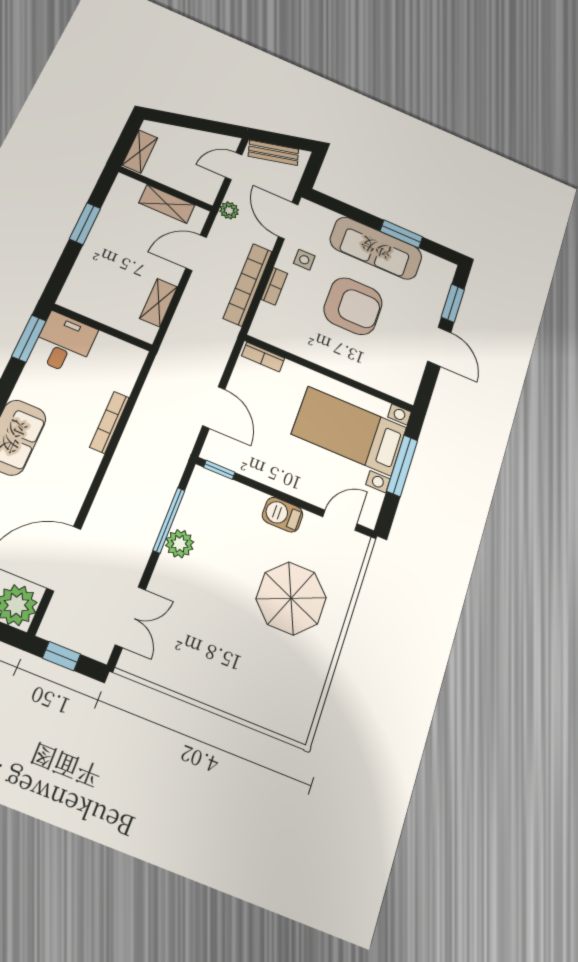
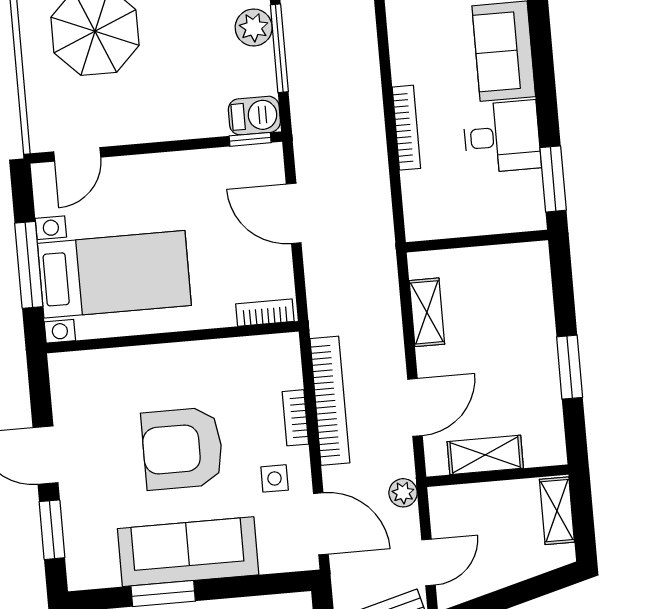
desk: (64, 343) -> (502, 137), moved, turned -90
barbecue: (283, 515) -> (254, 116), moved

